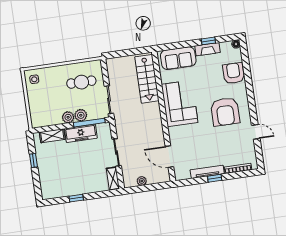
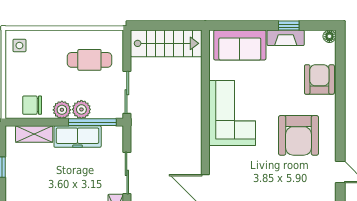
stairs: (147, 79) -> (166, 43), moved, turned -90
chair: (48, 117) -> (32, 105), added

